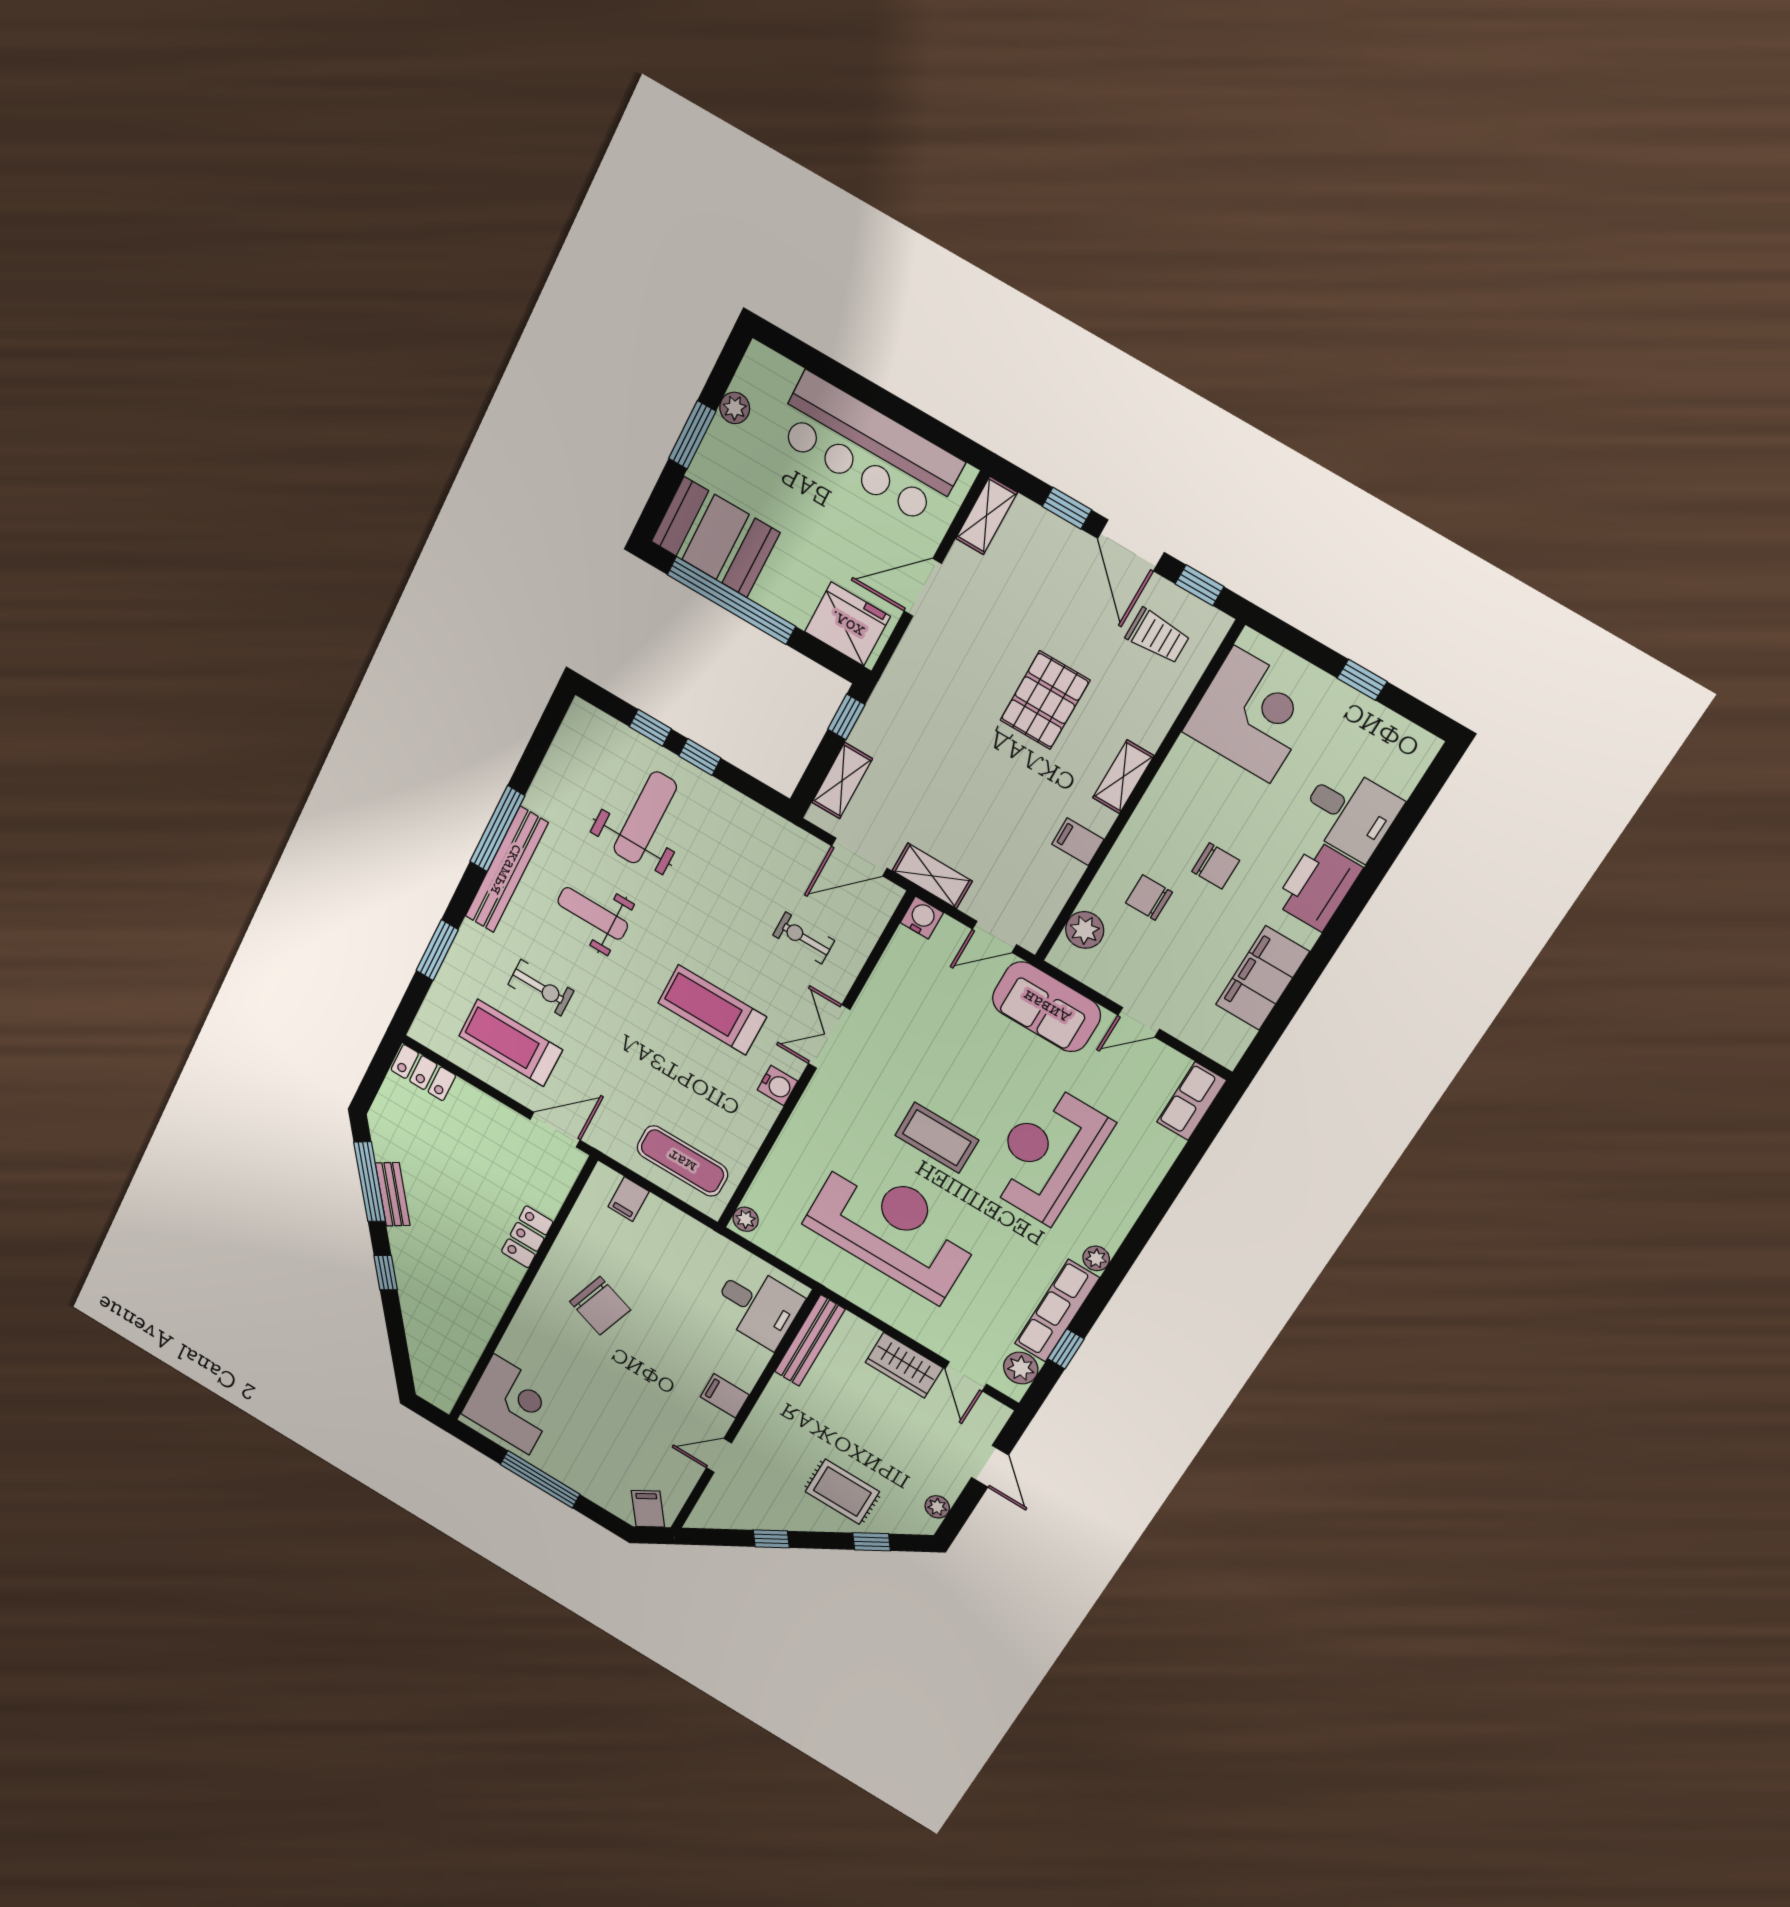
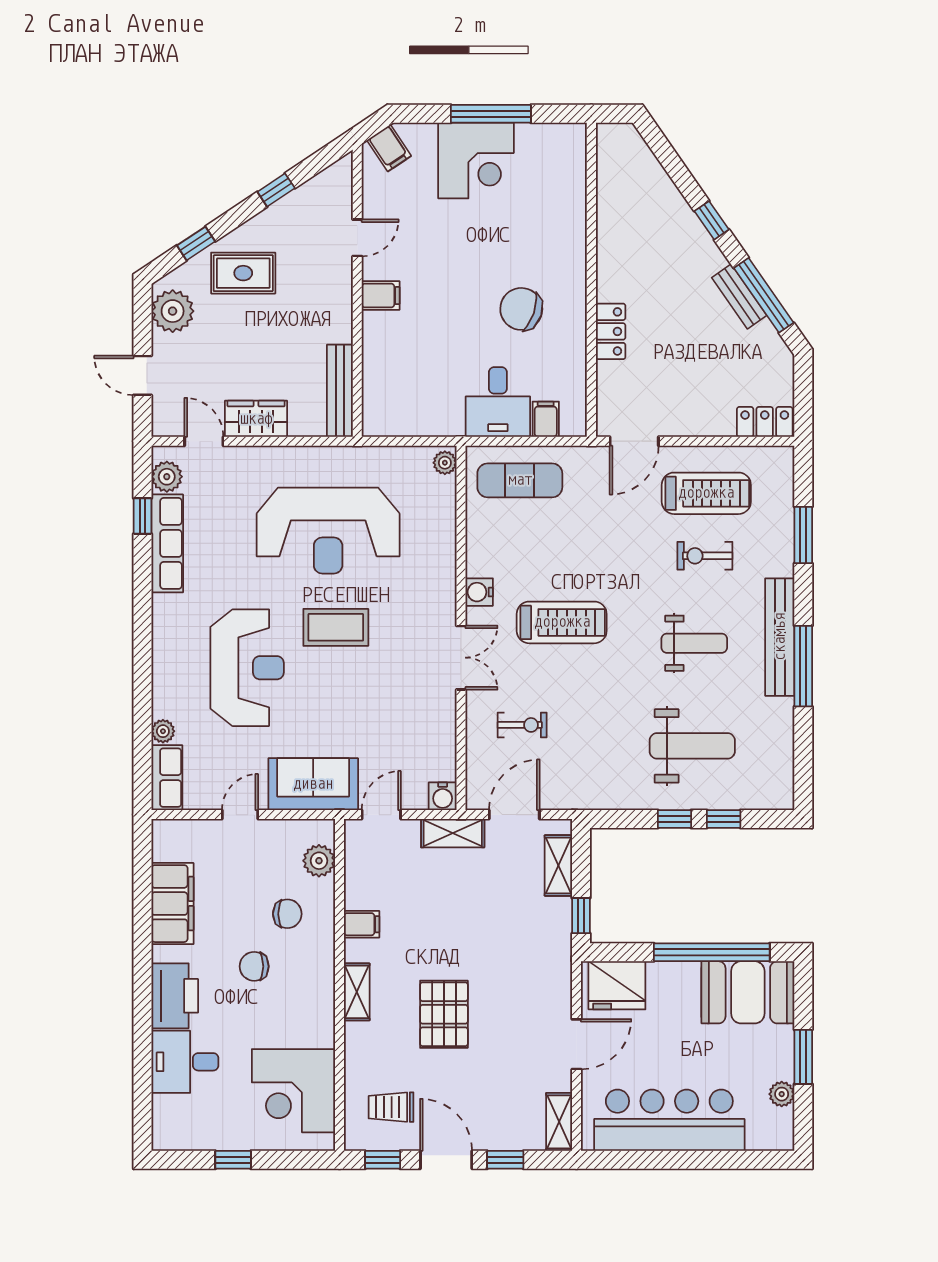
weight bench: (645, 818) -> (692, 746), turned -90
plant: (1096, 1258) -> (163, 731), moved
desk: (757, 1306) -> (498, 402), moved, turned -90
corner desk: (511, 1404) -> (476, 161), moved, turned -90
plant: (937, 1507) -> (173, 311), width x1.88, depth x1.88

